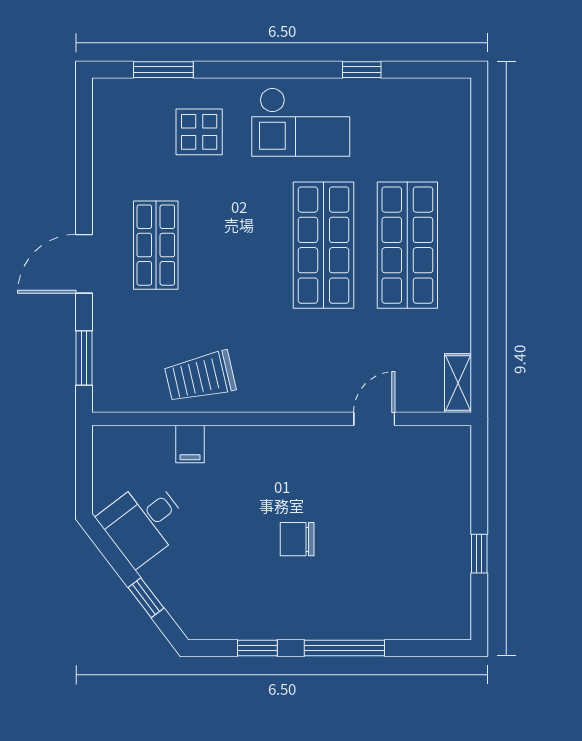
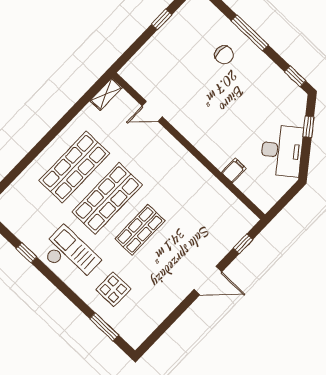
shop shelf: (156, 245) -> (140, 230), moved
window: (84, 358) -> (243, 244), width x0.67
trolley: (200, 377) -> (205, 193), removed
desk: (144, 522) -> (282, 151), width x1.37
chair: (297, 539) -> (224, 55), moved
window: (257, 648) -> (295, 76), moved

